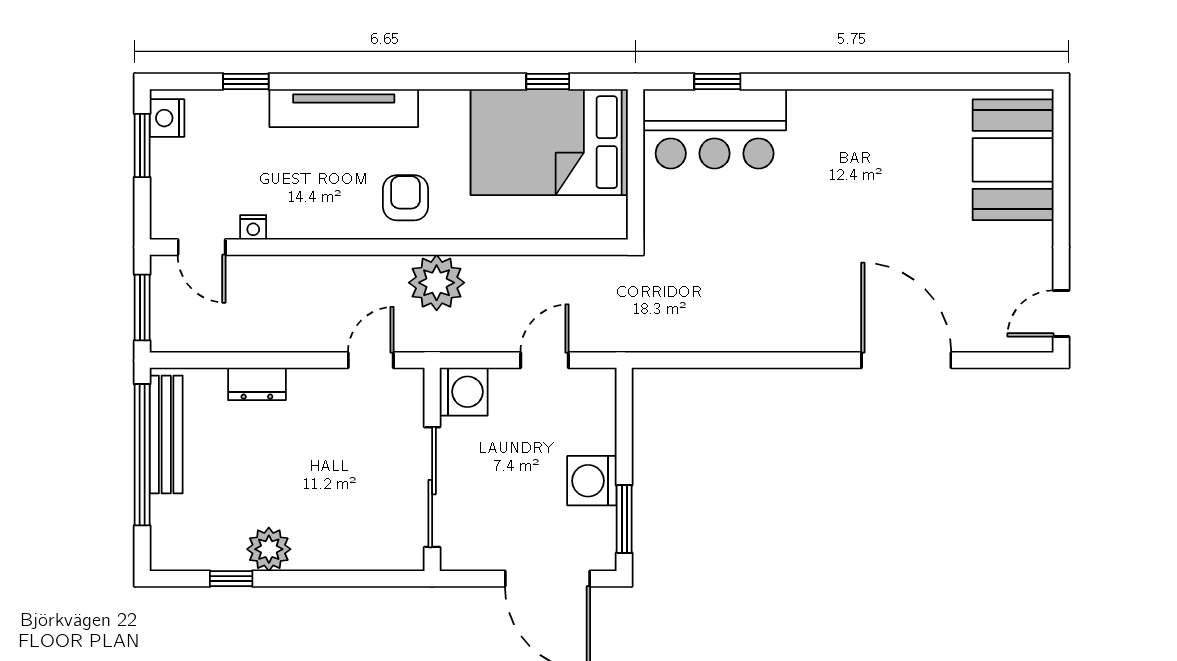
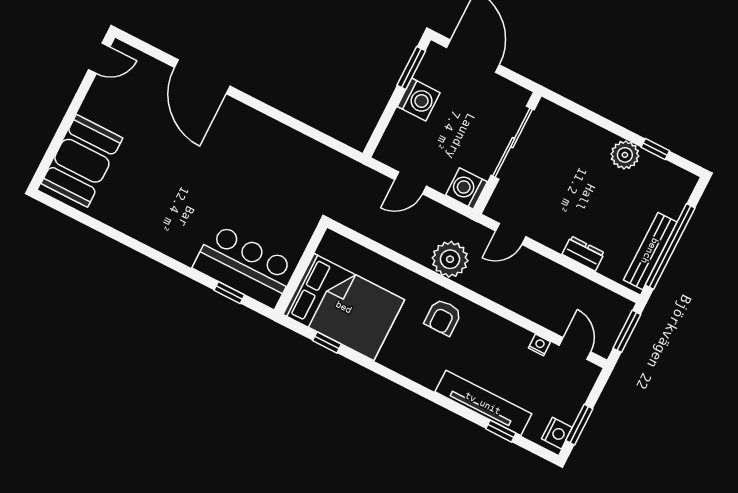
tv unit: (344, 108) -> (483, 403), moved

